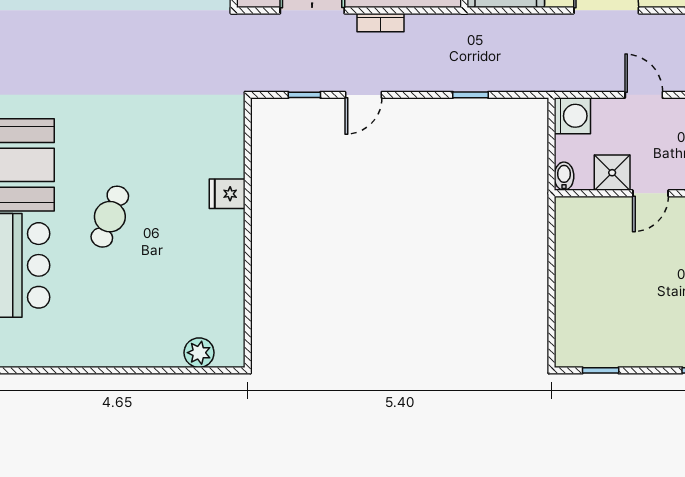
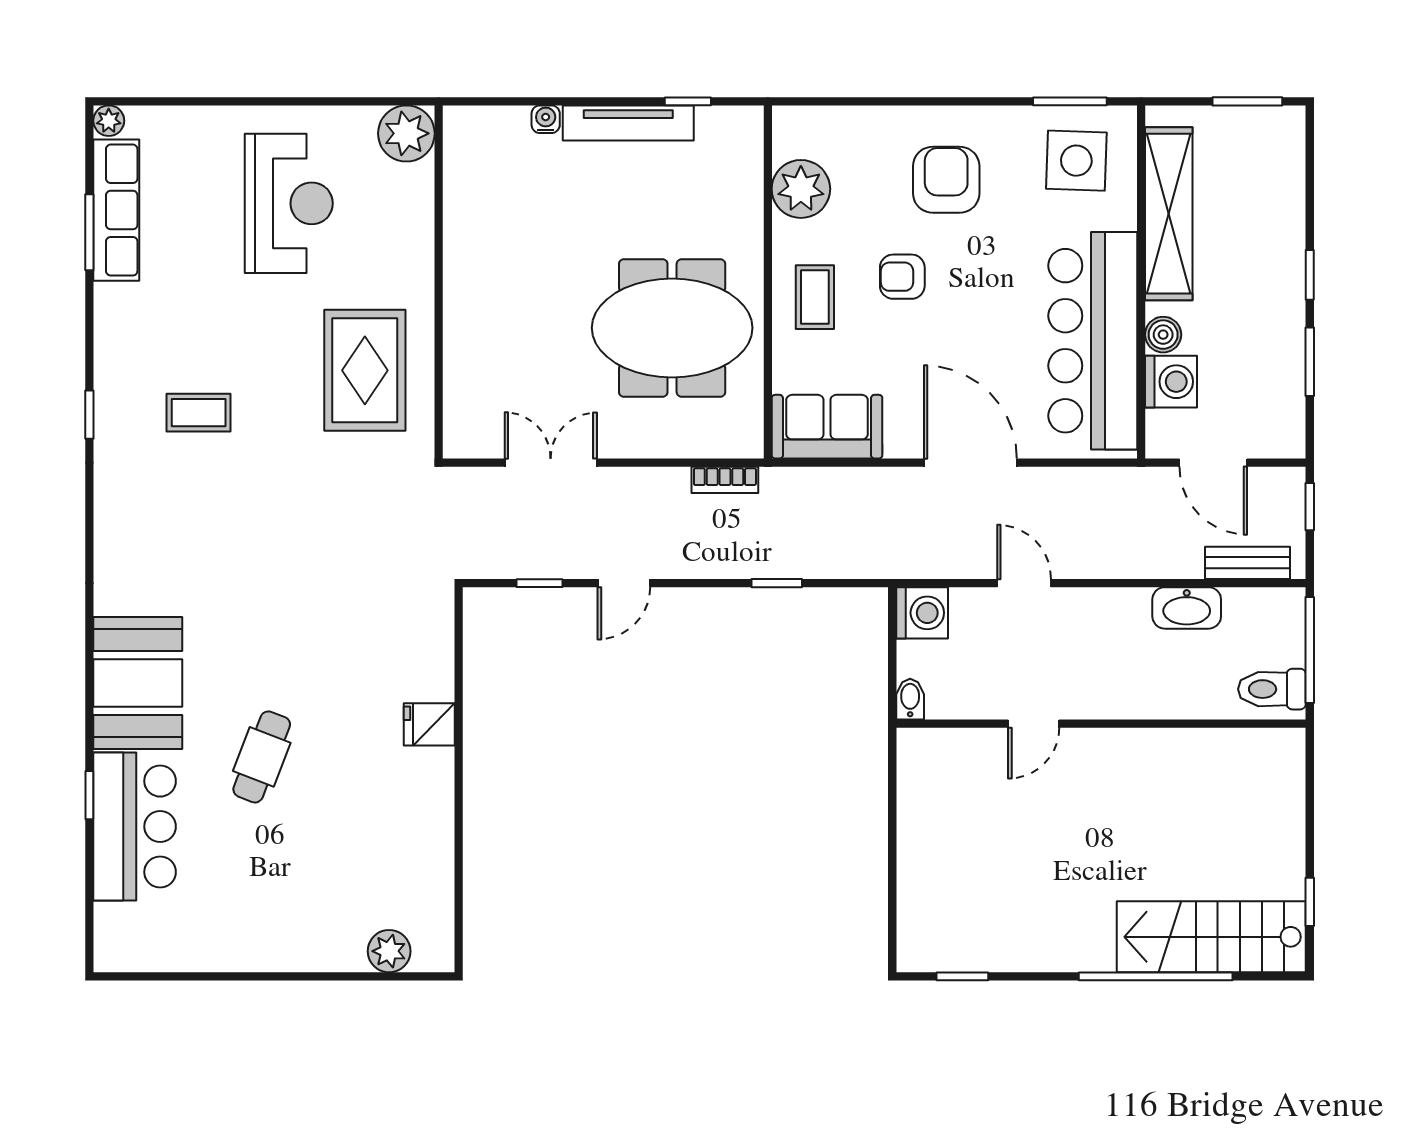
bookcase: (381, 23) -> (725, 480), moved
shower: (612, 173) -> (979, 694), removed

